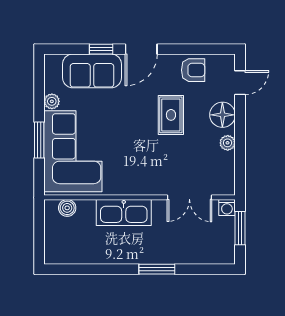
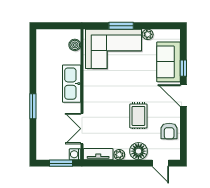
rug: (171, 115) -> (138, 116), turned 90
tv unit: (227, 174) -> (98, 154), added

